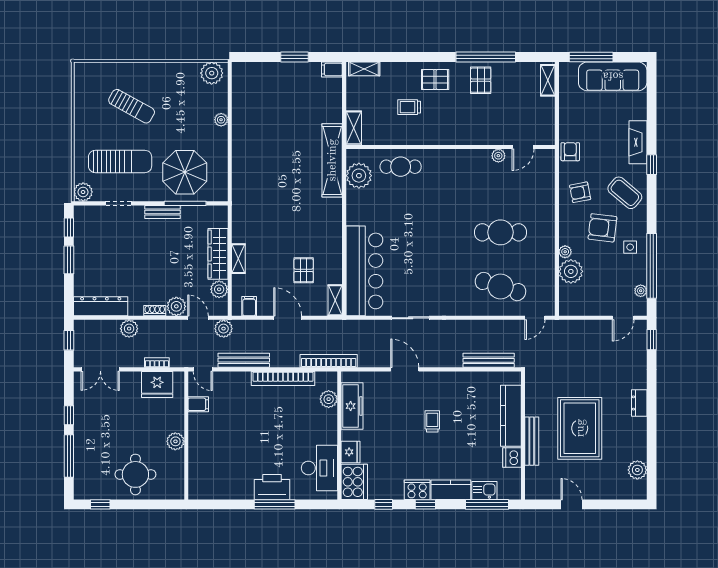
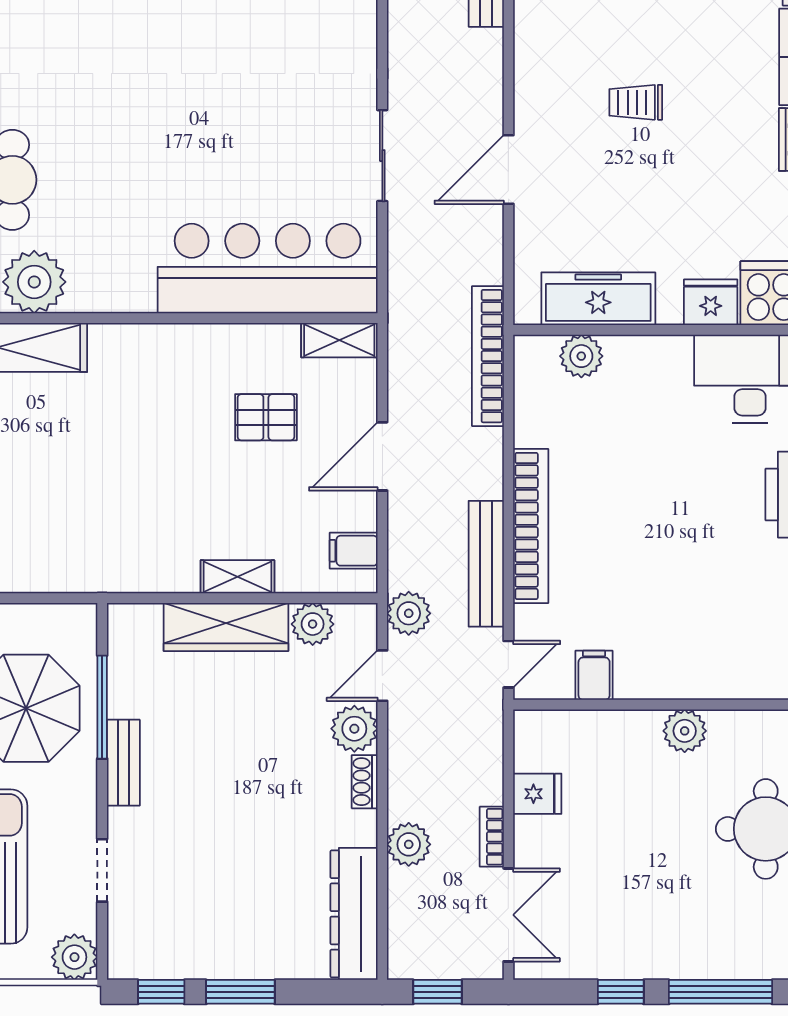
bookcase: (157, 363) -> (492, 837), moved
bookcase: (283, 378) -> (531, 526), moved
fridge: (157, 384) -> (537, 794), width x0.53, depth x0.75

